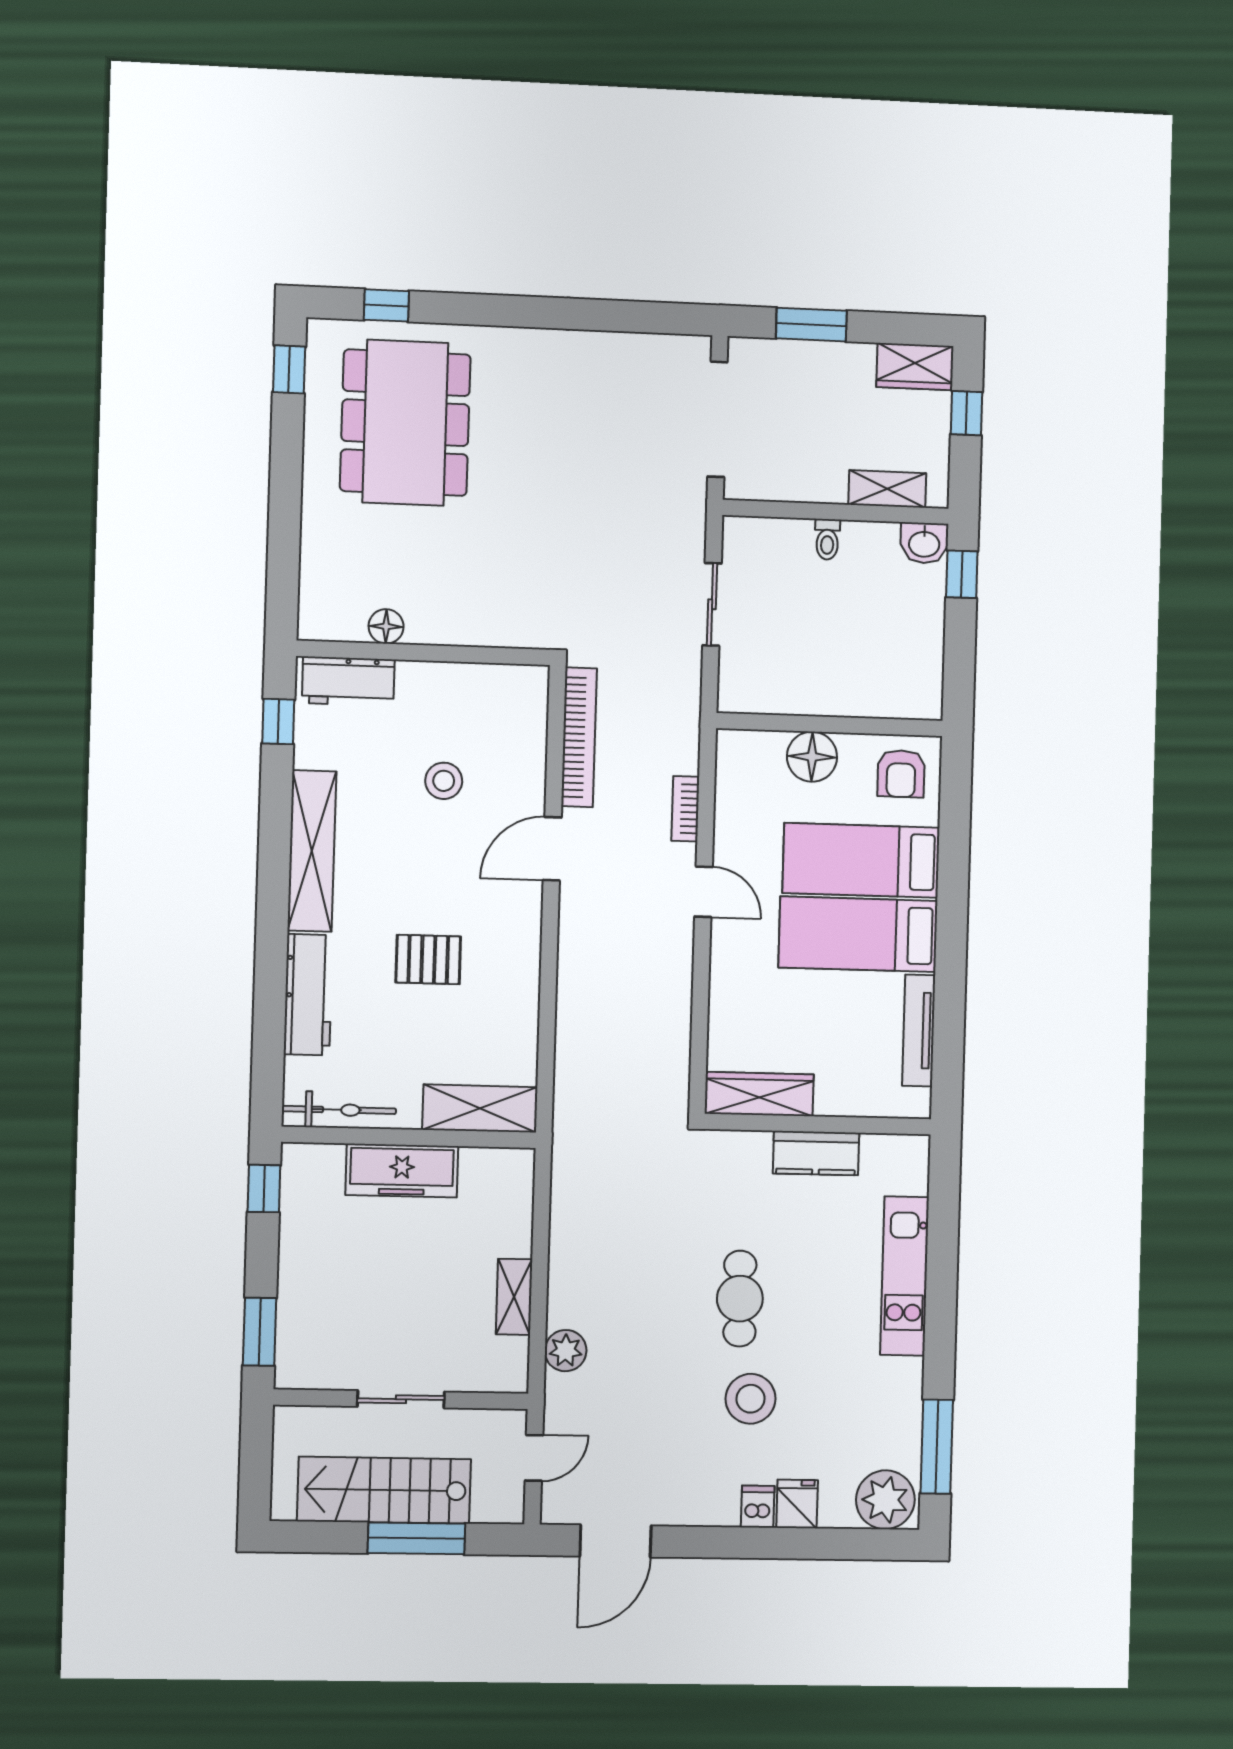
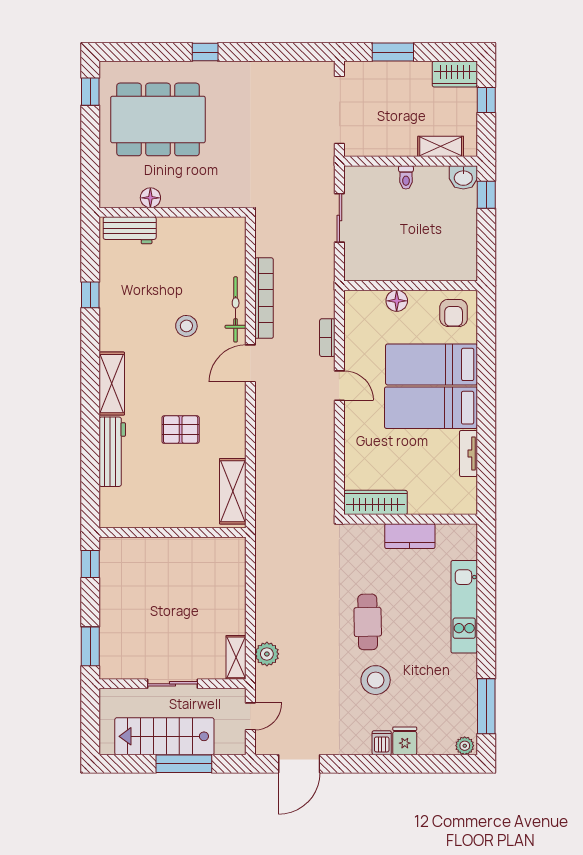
window: (386, 305) -> (205, 52), moved
dining table: (405, 423) -> (158, 119), turned 90
floor lamp: (386, 626) -> (150, 198), moved
wall: (424, 653) -> (173, 212), moved
workbench: (348, 681) -> (130, 230), moved
floor lamp: (812, 757) -> (397, 301), width x0.73, depth x0.73
shelving: (312, 851) -> (112, 384), width x0.68
tv unit: (919, 1030) -> (468, 453), width x0.71
shelving: (480, 1108) -> (233, 491), moved, turned 90
bicycle: (339, 1110) -> (236, 309), moved, turned -90
freezer: (402, 1171) -> (169, 552), removed
shelving: (514, 1297) -> (236, 657), moved
plant: (885, 1500) -> (465, 746), width x0.53, depth x0.53

